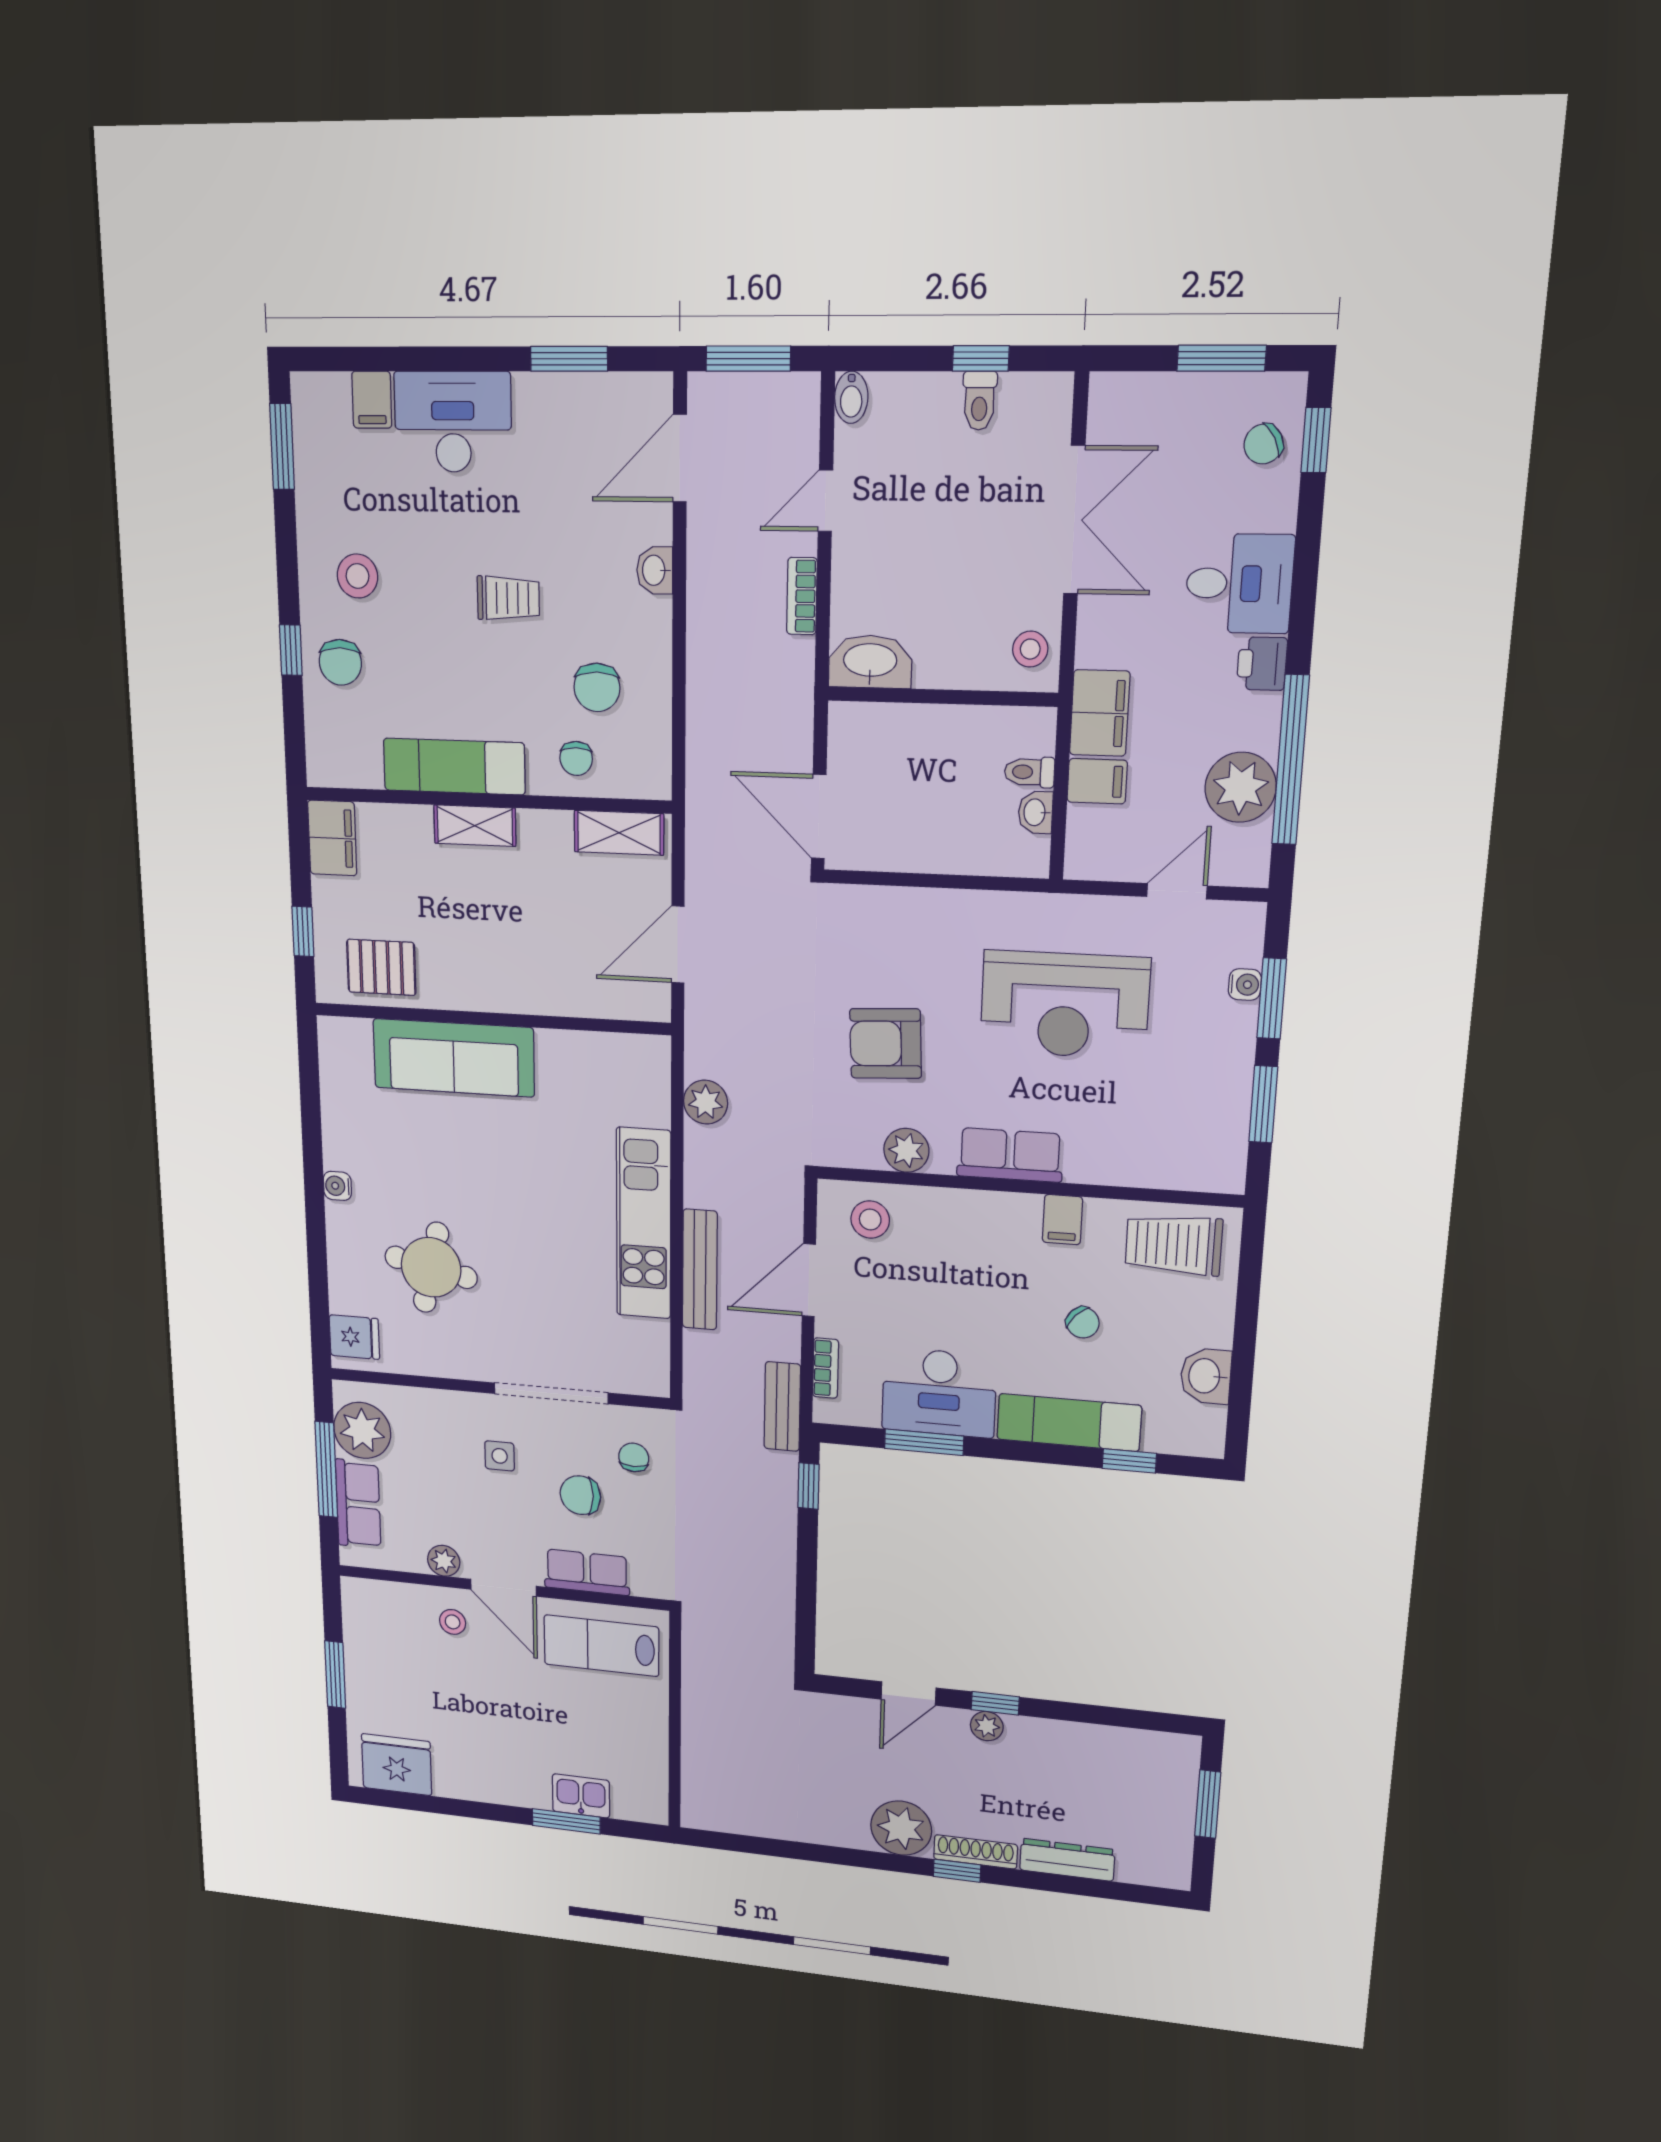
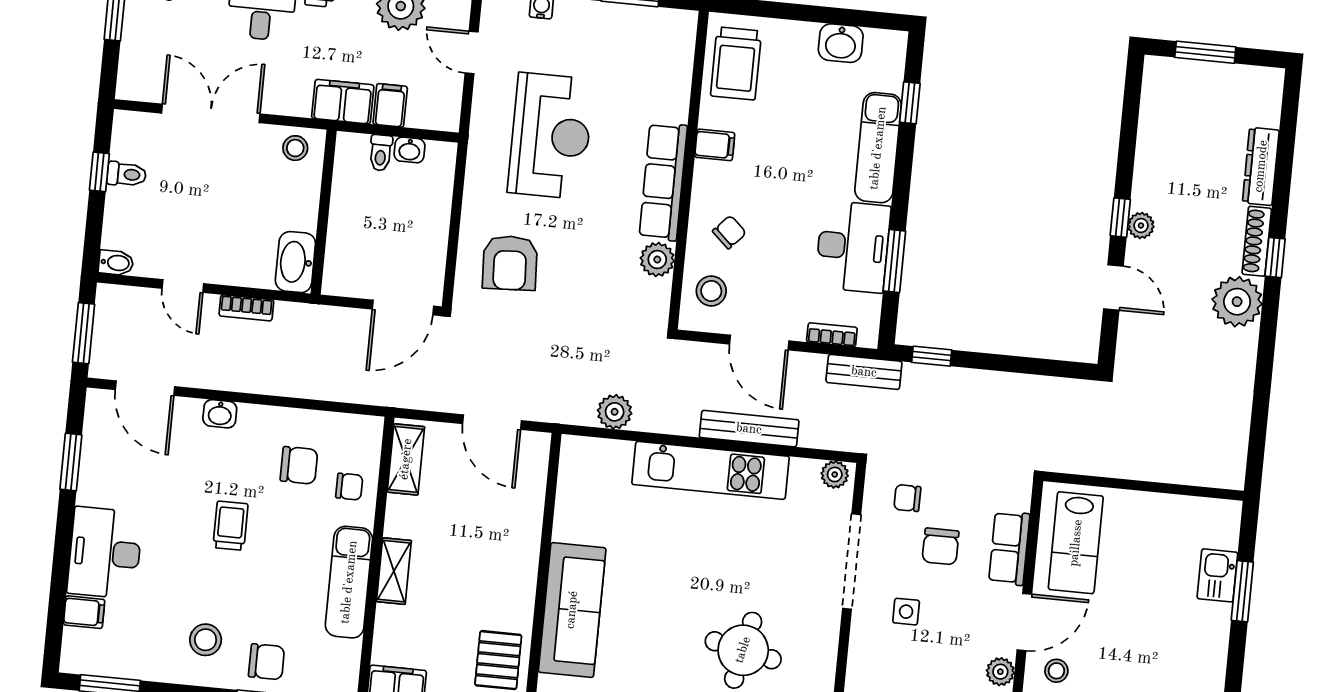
armchair: (886, 1044) -> (510, 263), moved
row of seats: (1010, 1155) -> (663, 182), width x1.48
chair: (1083, 1323) -> (729, 232), moved
plant: (653, 1373) -> (835, 474), added

